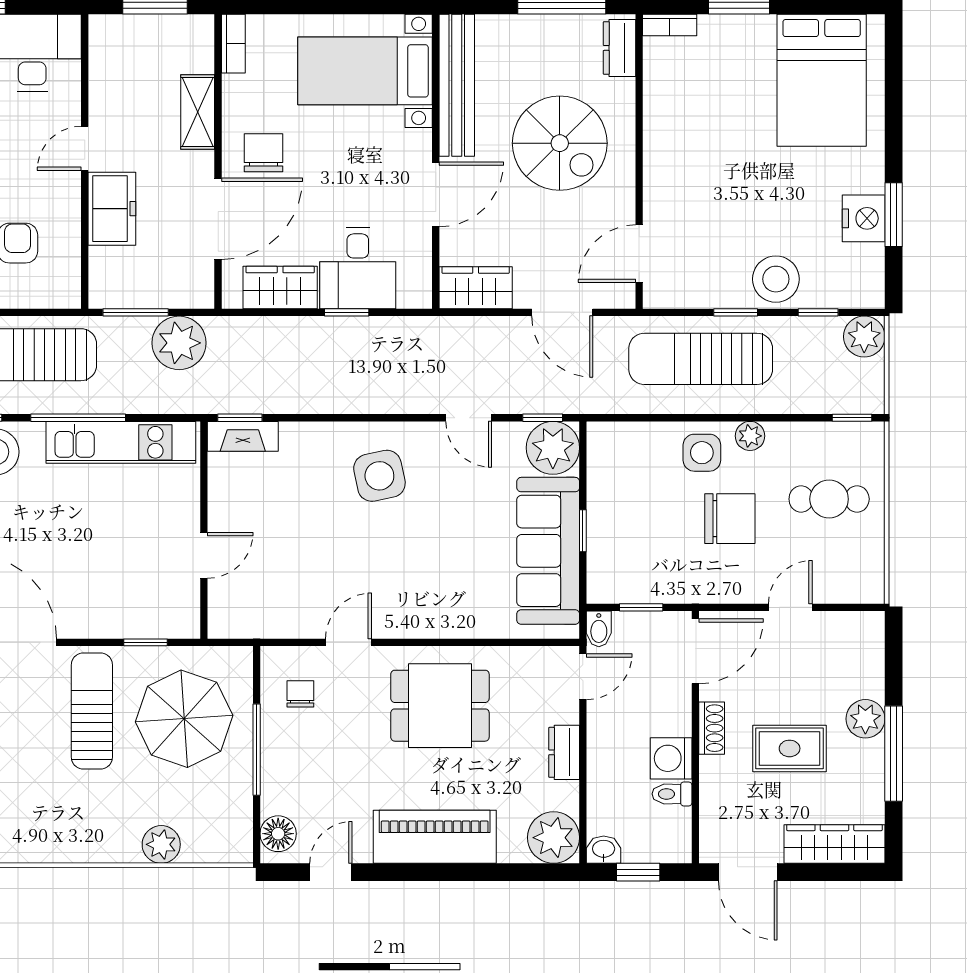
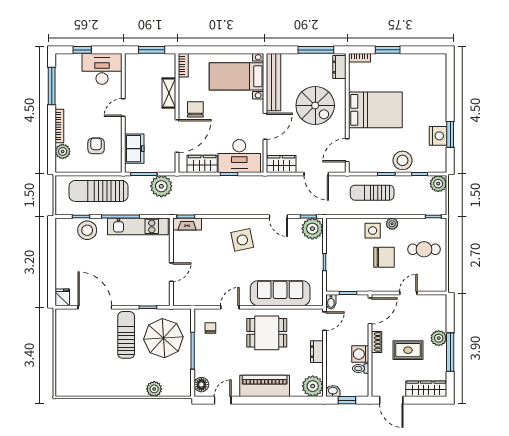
bed: (822, 80) -> (375, 110), moved, turned -90
freezer: (112, 209) -> (134, 149), moved
desk: (358, 268) -> (239, 156), width x1.37
sun lounger: (701, 359) -> (372, 193), width x0.73, depth x0.75
sofa: (548, 551) -> (280, 293), moved, turned 90

